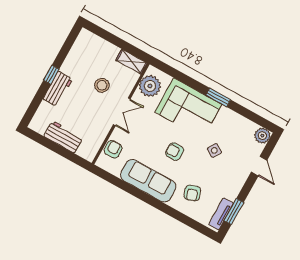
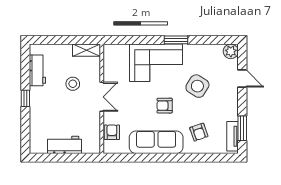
plant: (150, 86) -> (113, 62), removed
workbench: (58, 89) -> (37, 70), moved
side table: (214, 150) -> (197, 86), width x1.87, depth x1.87

